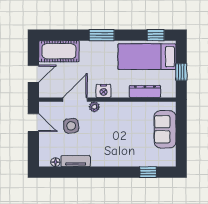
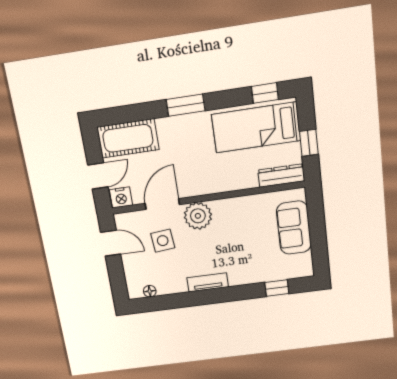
nightstand: (104, 91) -> (121, 197), moved
dresser: (145, 91) -> (281, 176), moved
plant: (94, 107) -> (198, 216), width x1.88, depth x1.88
tv unit: (76, 161) -> (208, 282), moved

